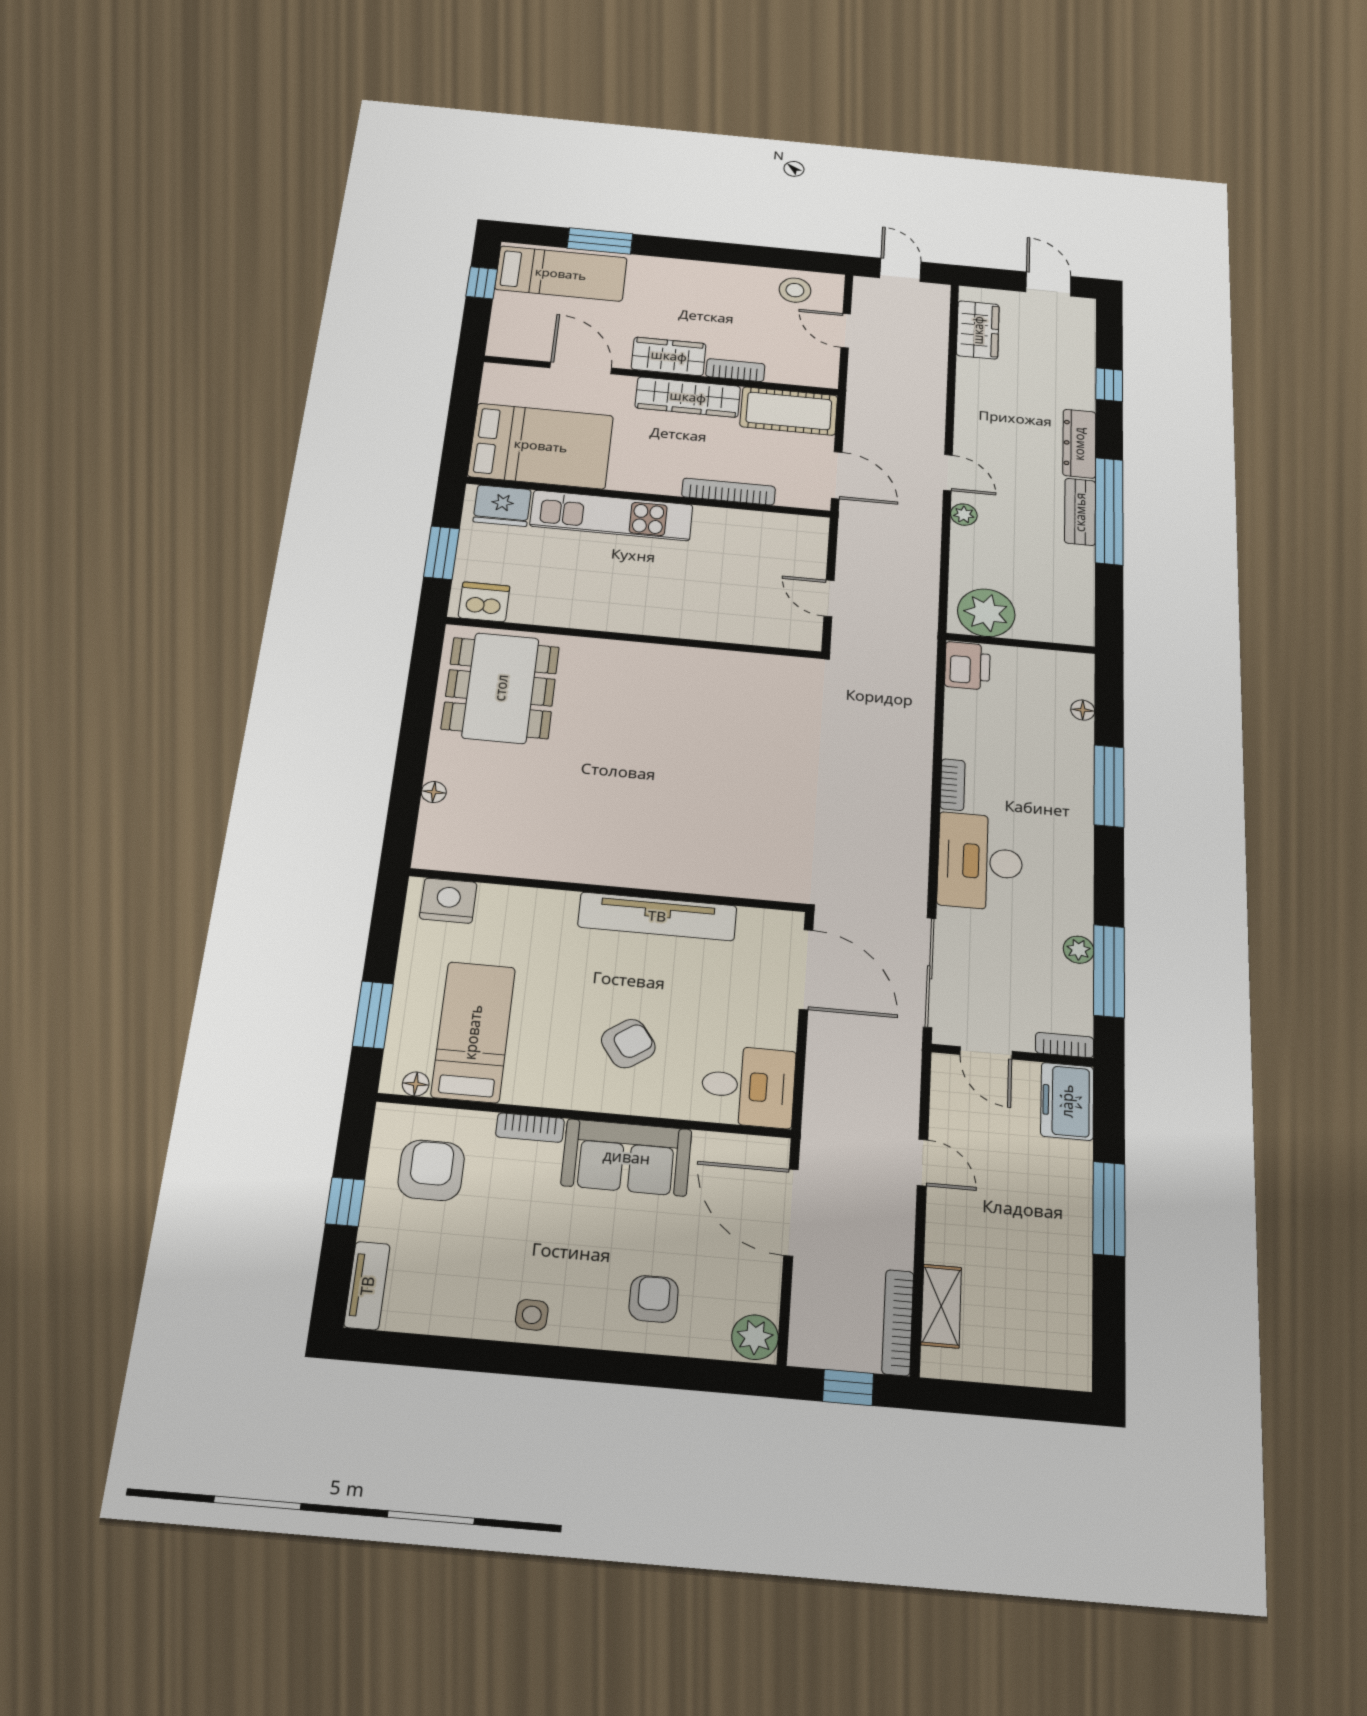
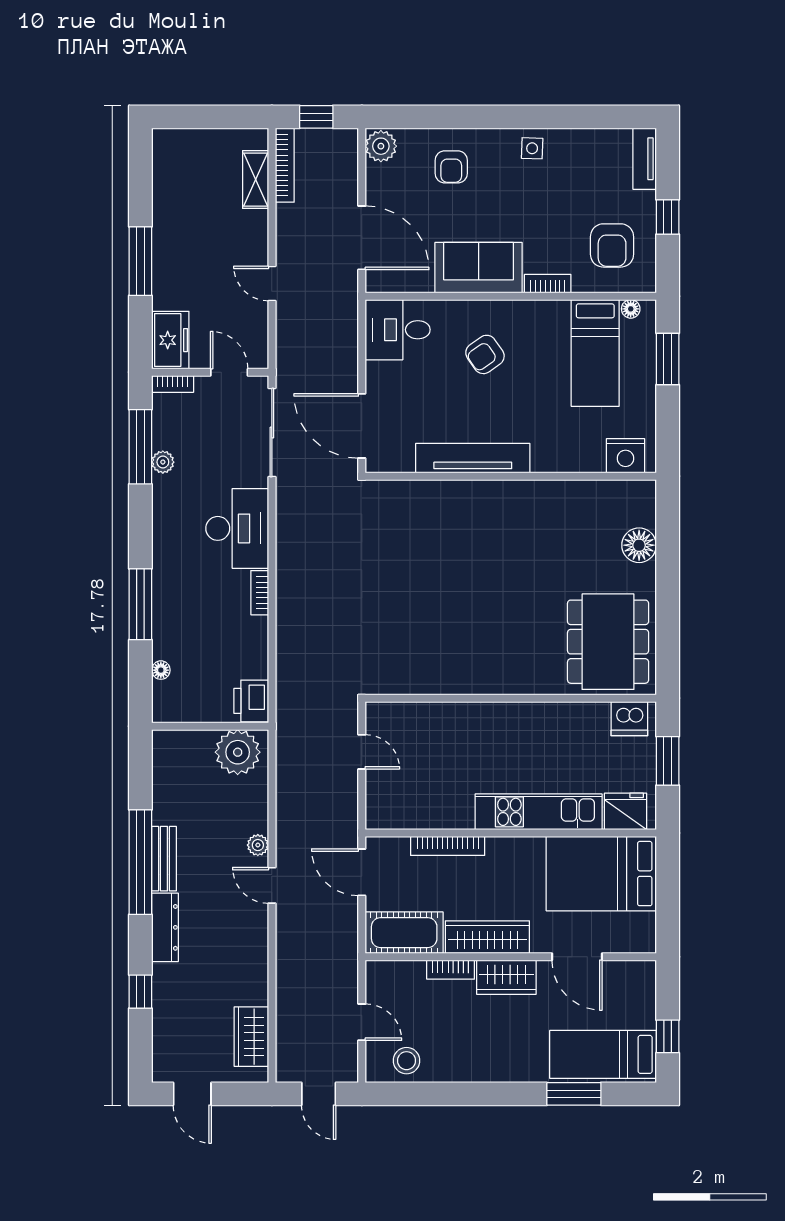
floor lamp: (434, 792) -> (639, 545), width x1.89, depth x1.89

